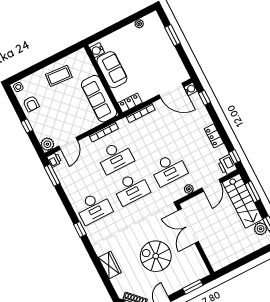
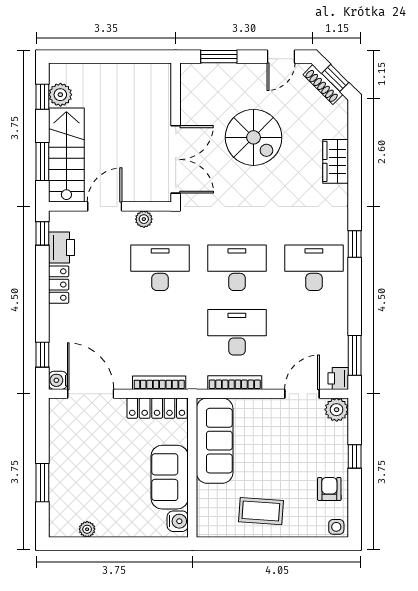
locker: (130, 103) -> (157, 408), width x1.53
printer: (227, 165) -> (62, 247), moved

